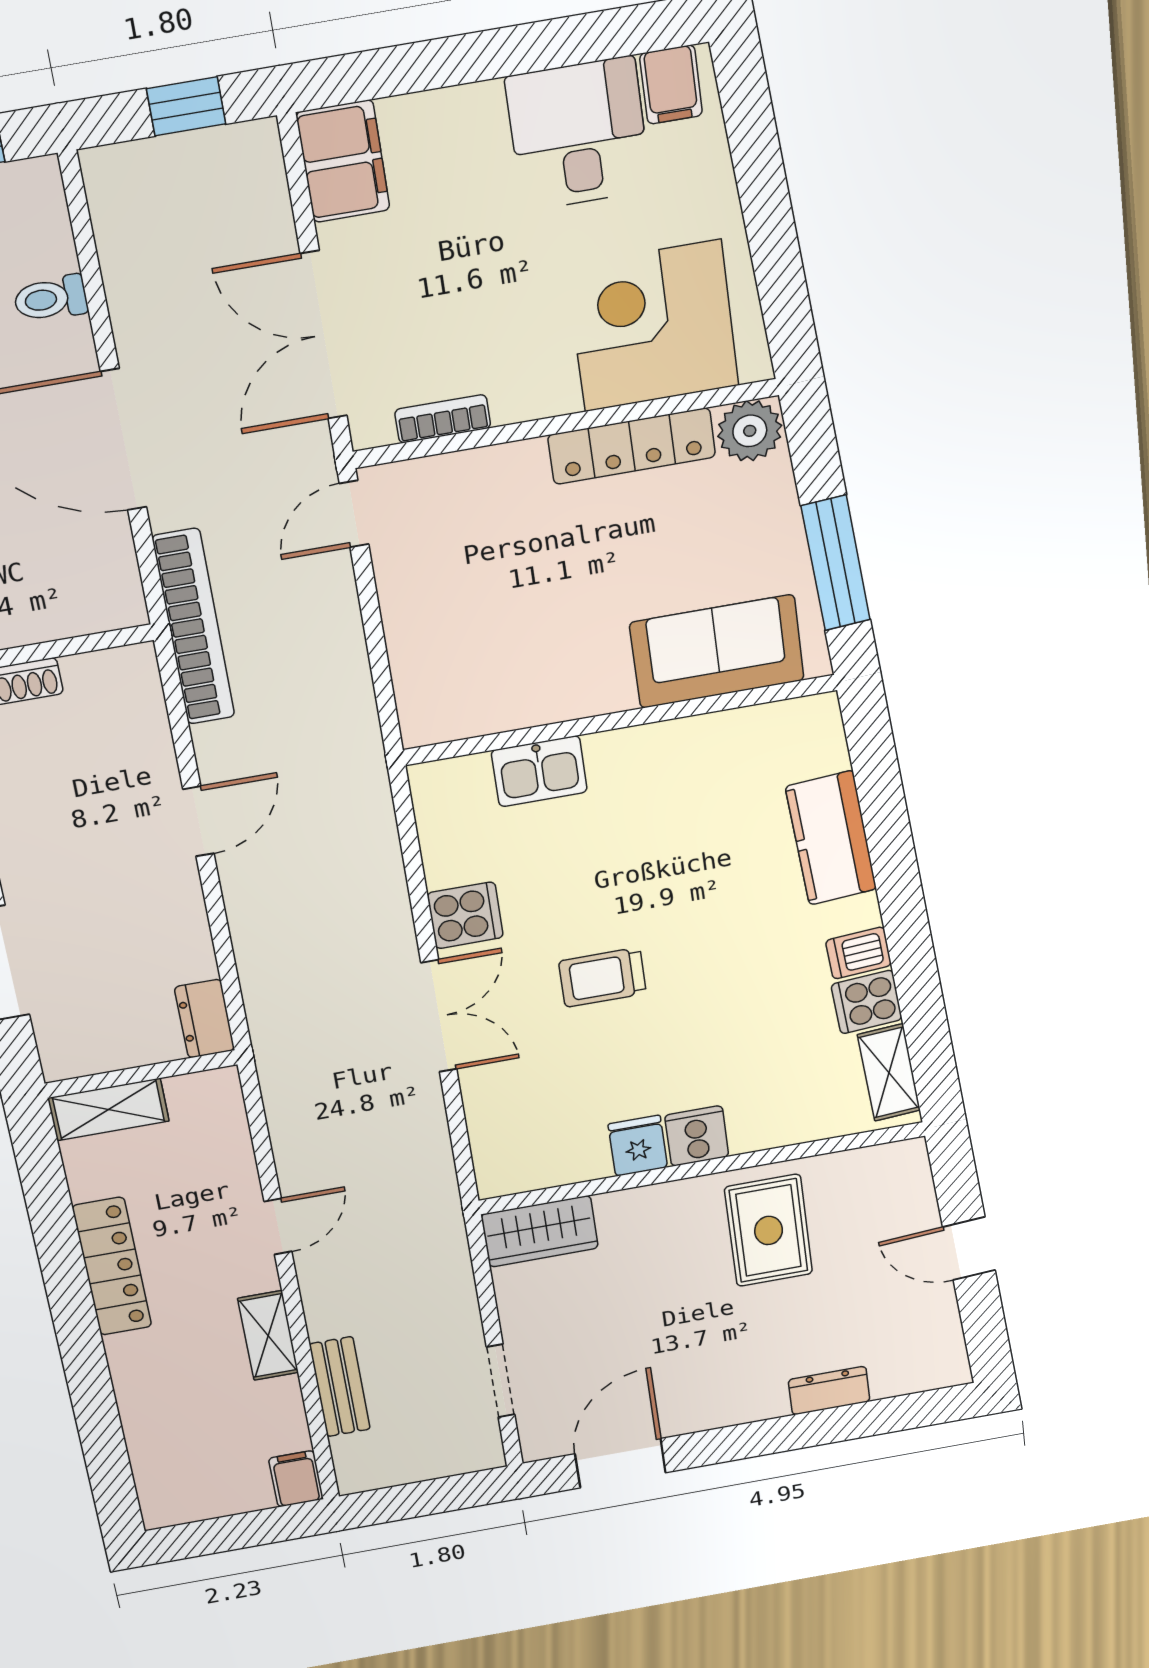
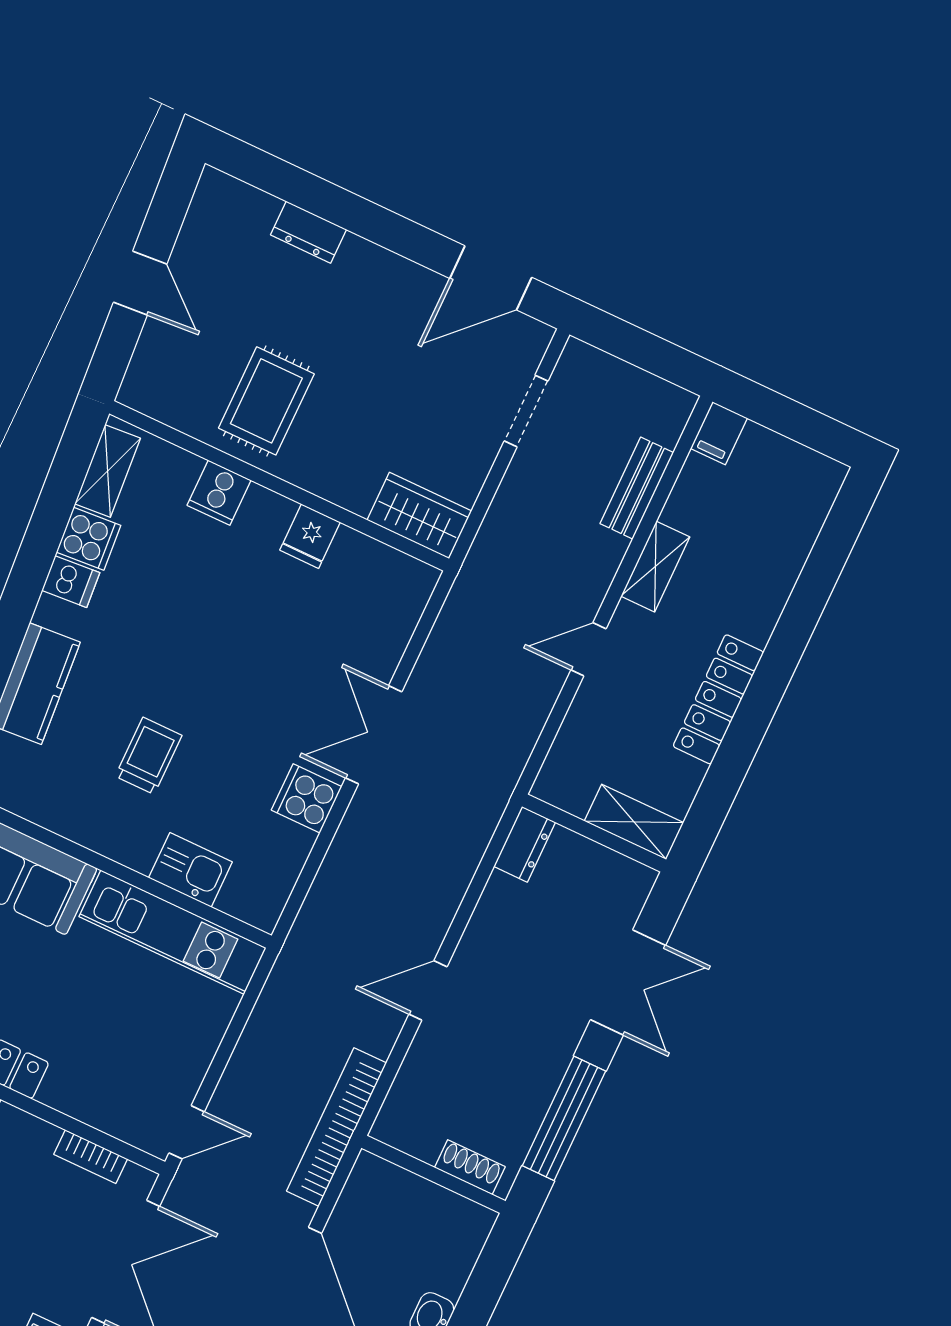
kitchen unit: (515, 700) -> (173, 932), added
trolley: (602, 977) -> (149, 756), moved, turned -90
cooker: (697, 1136) -> (219, 493), moved

